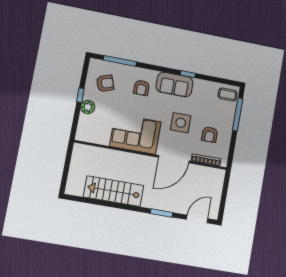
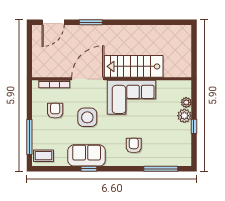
armchair: (105, 83) -> (171, 143), removed
sofa: (175, 85) -> (87, 155), moved
plant: (84, 119) -> (186, 102), added
stairs: (114, 191) -> (134, 66), moved, turned 180

